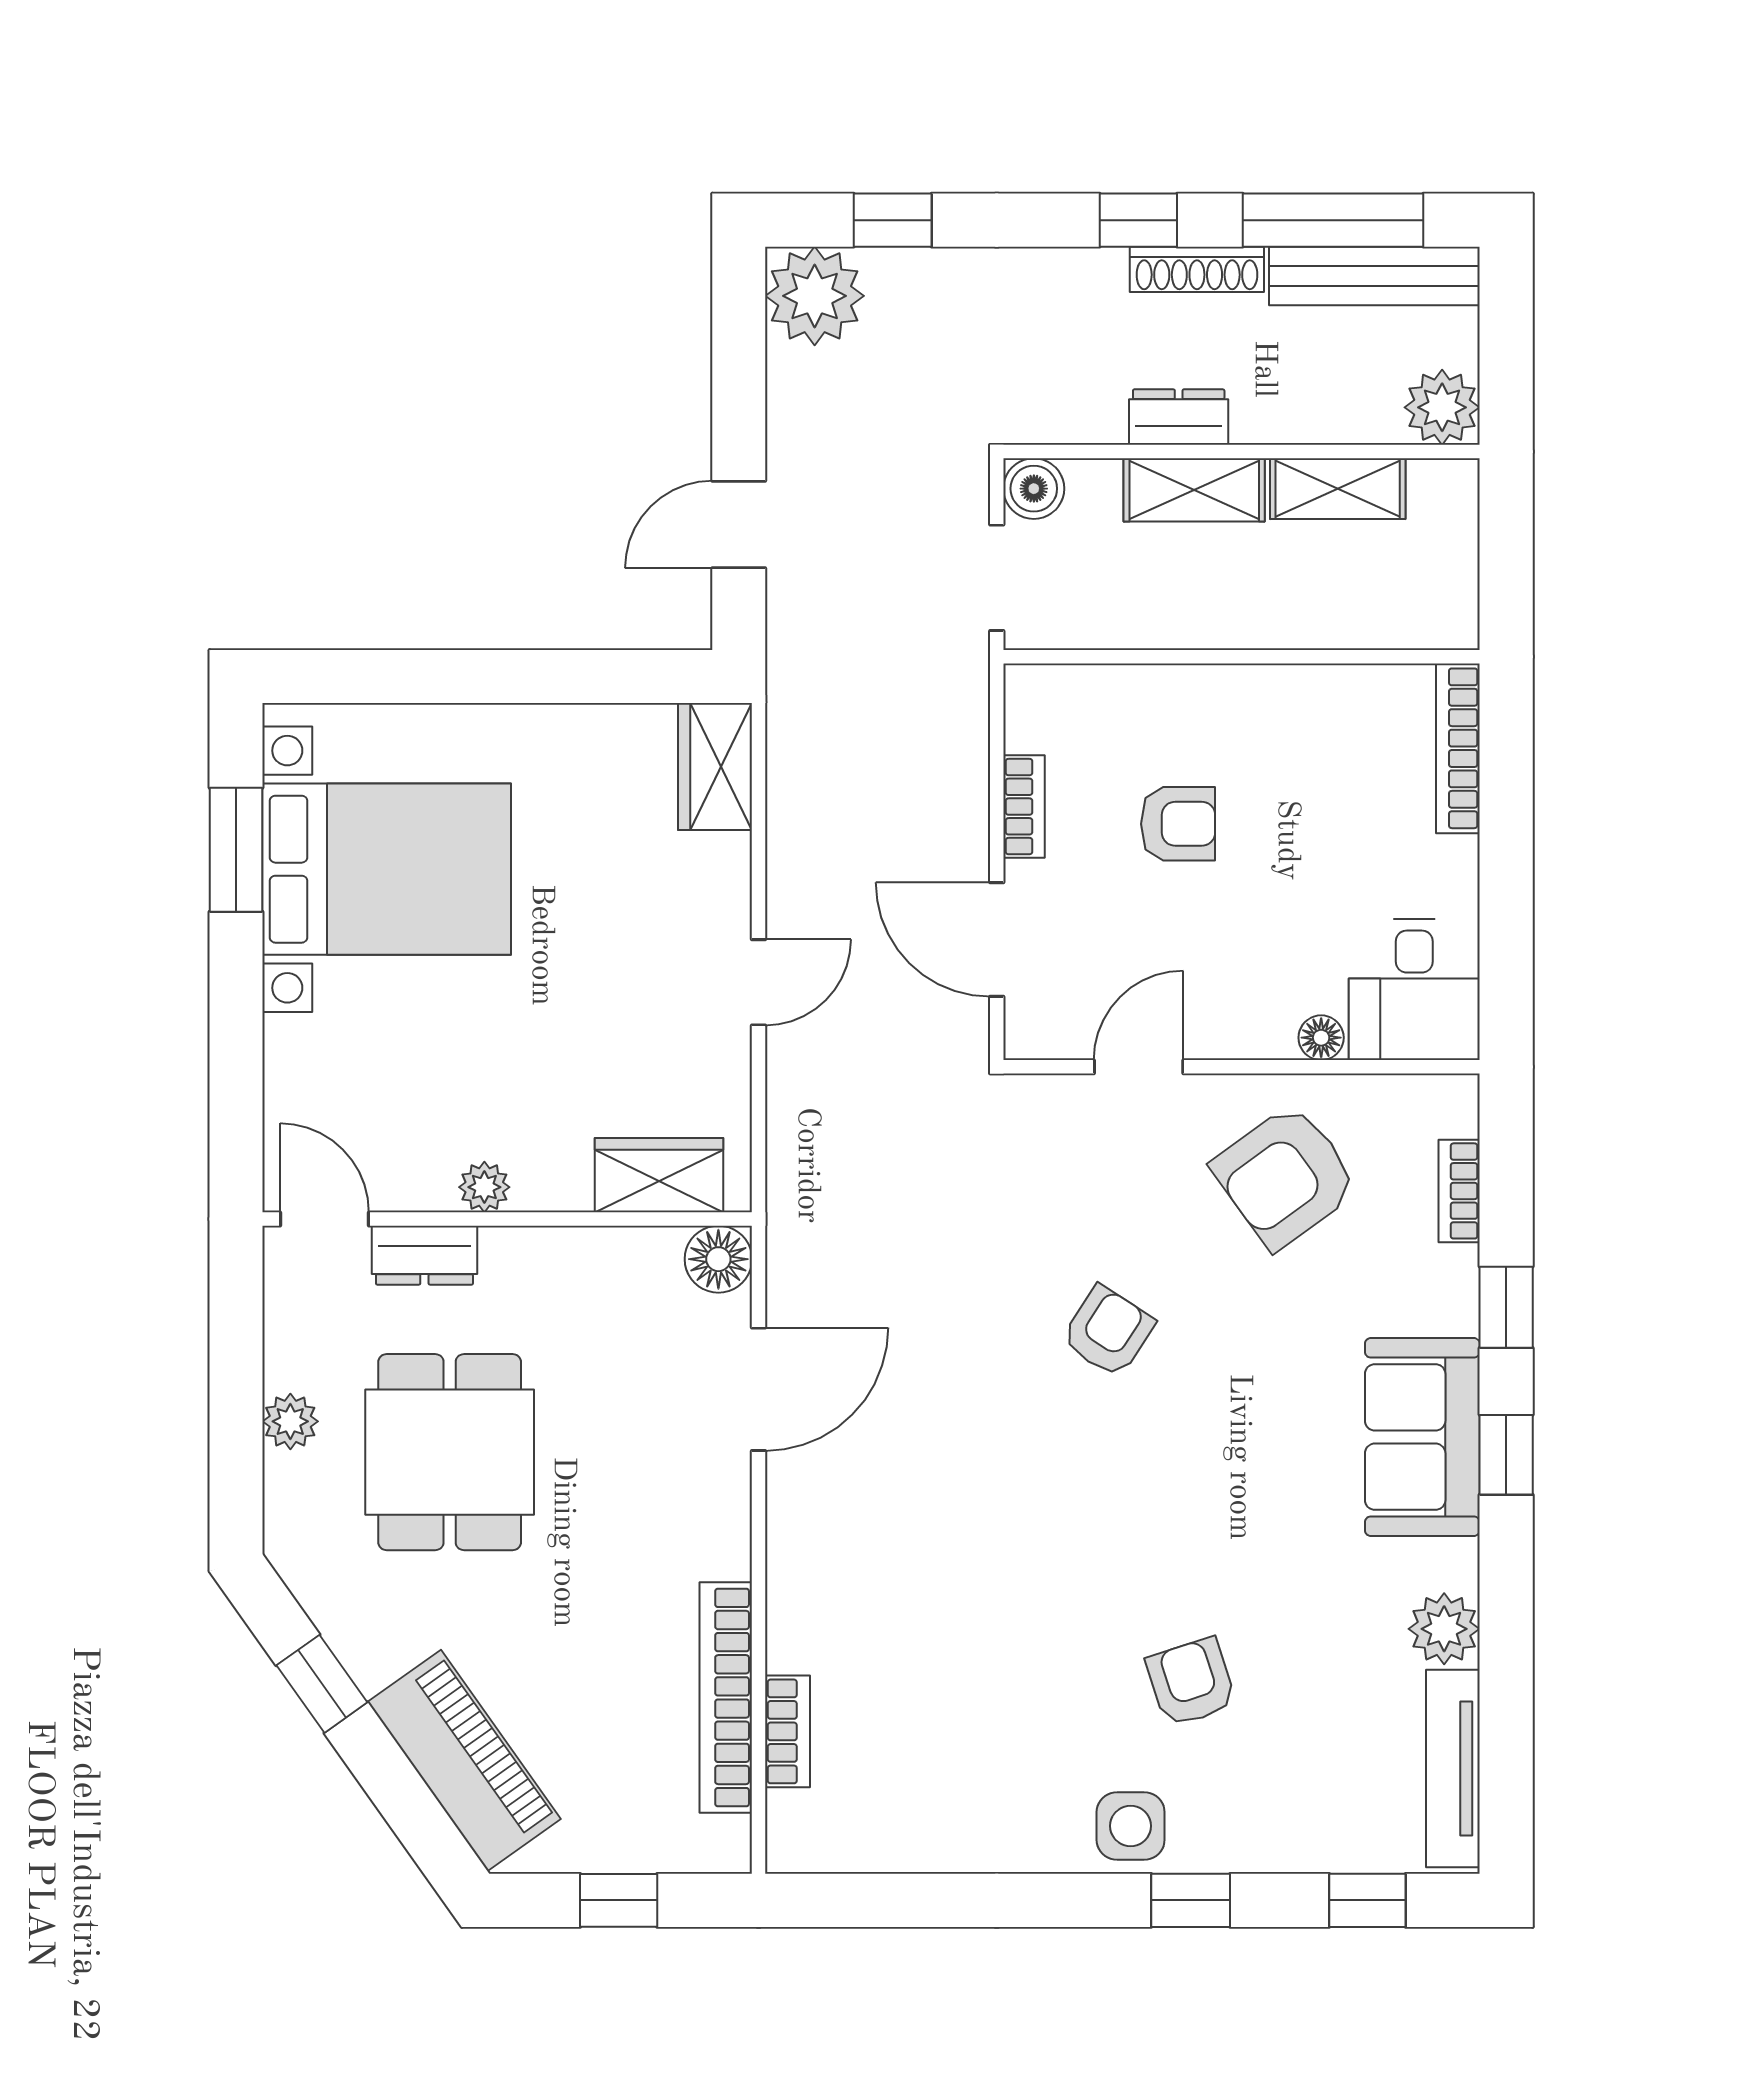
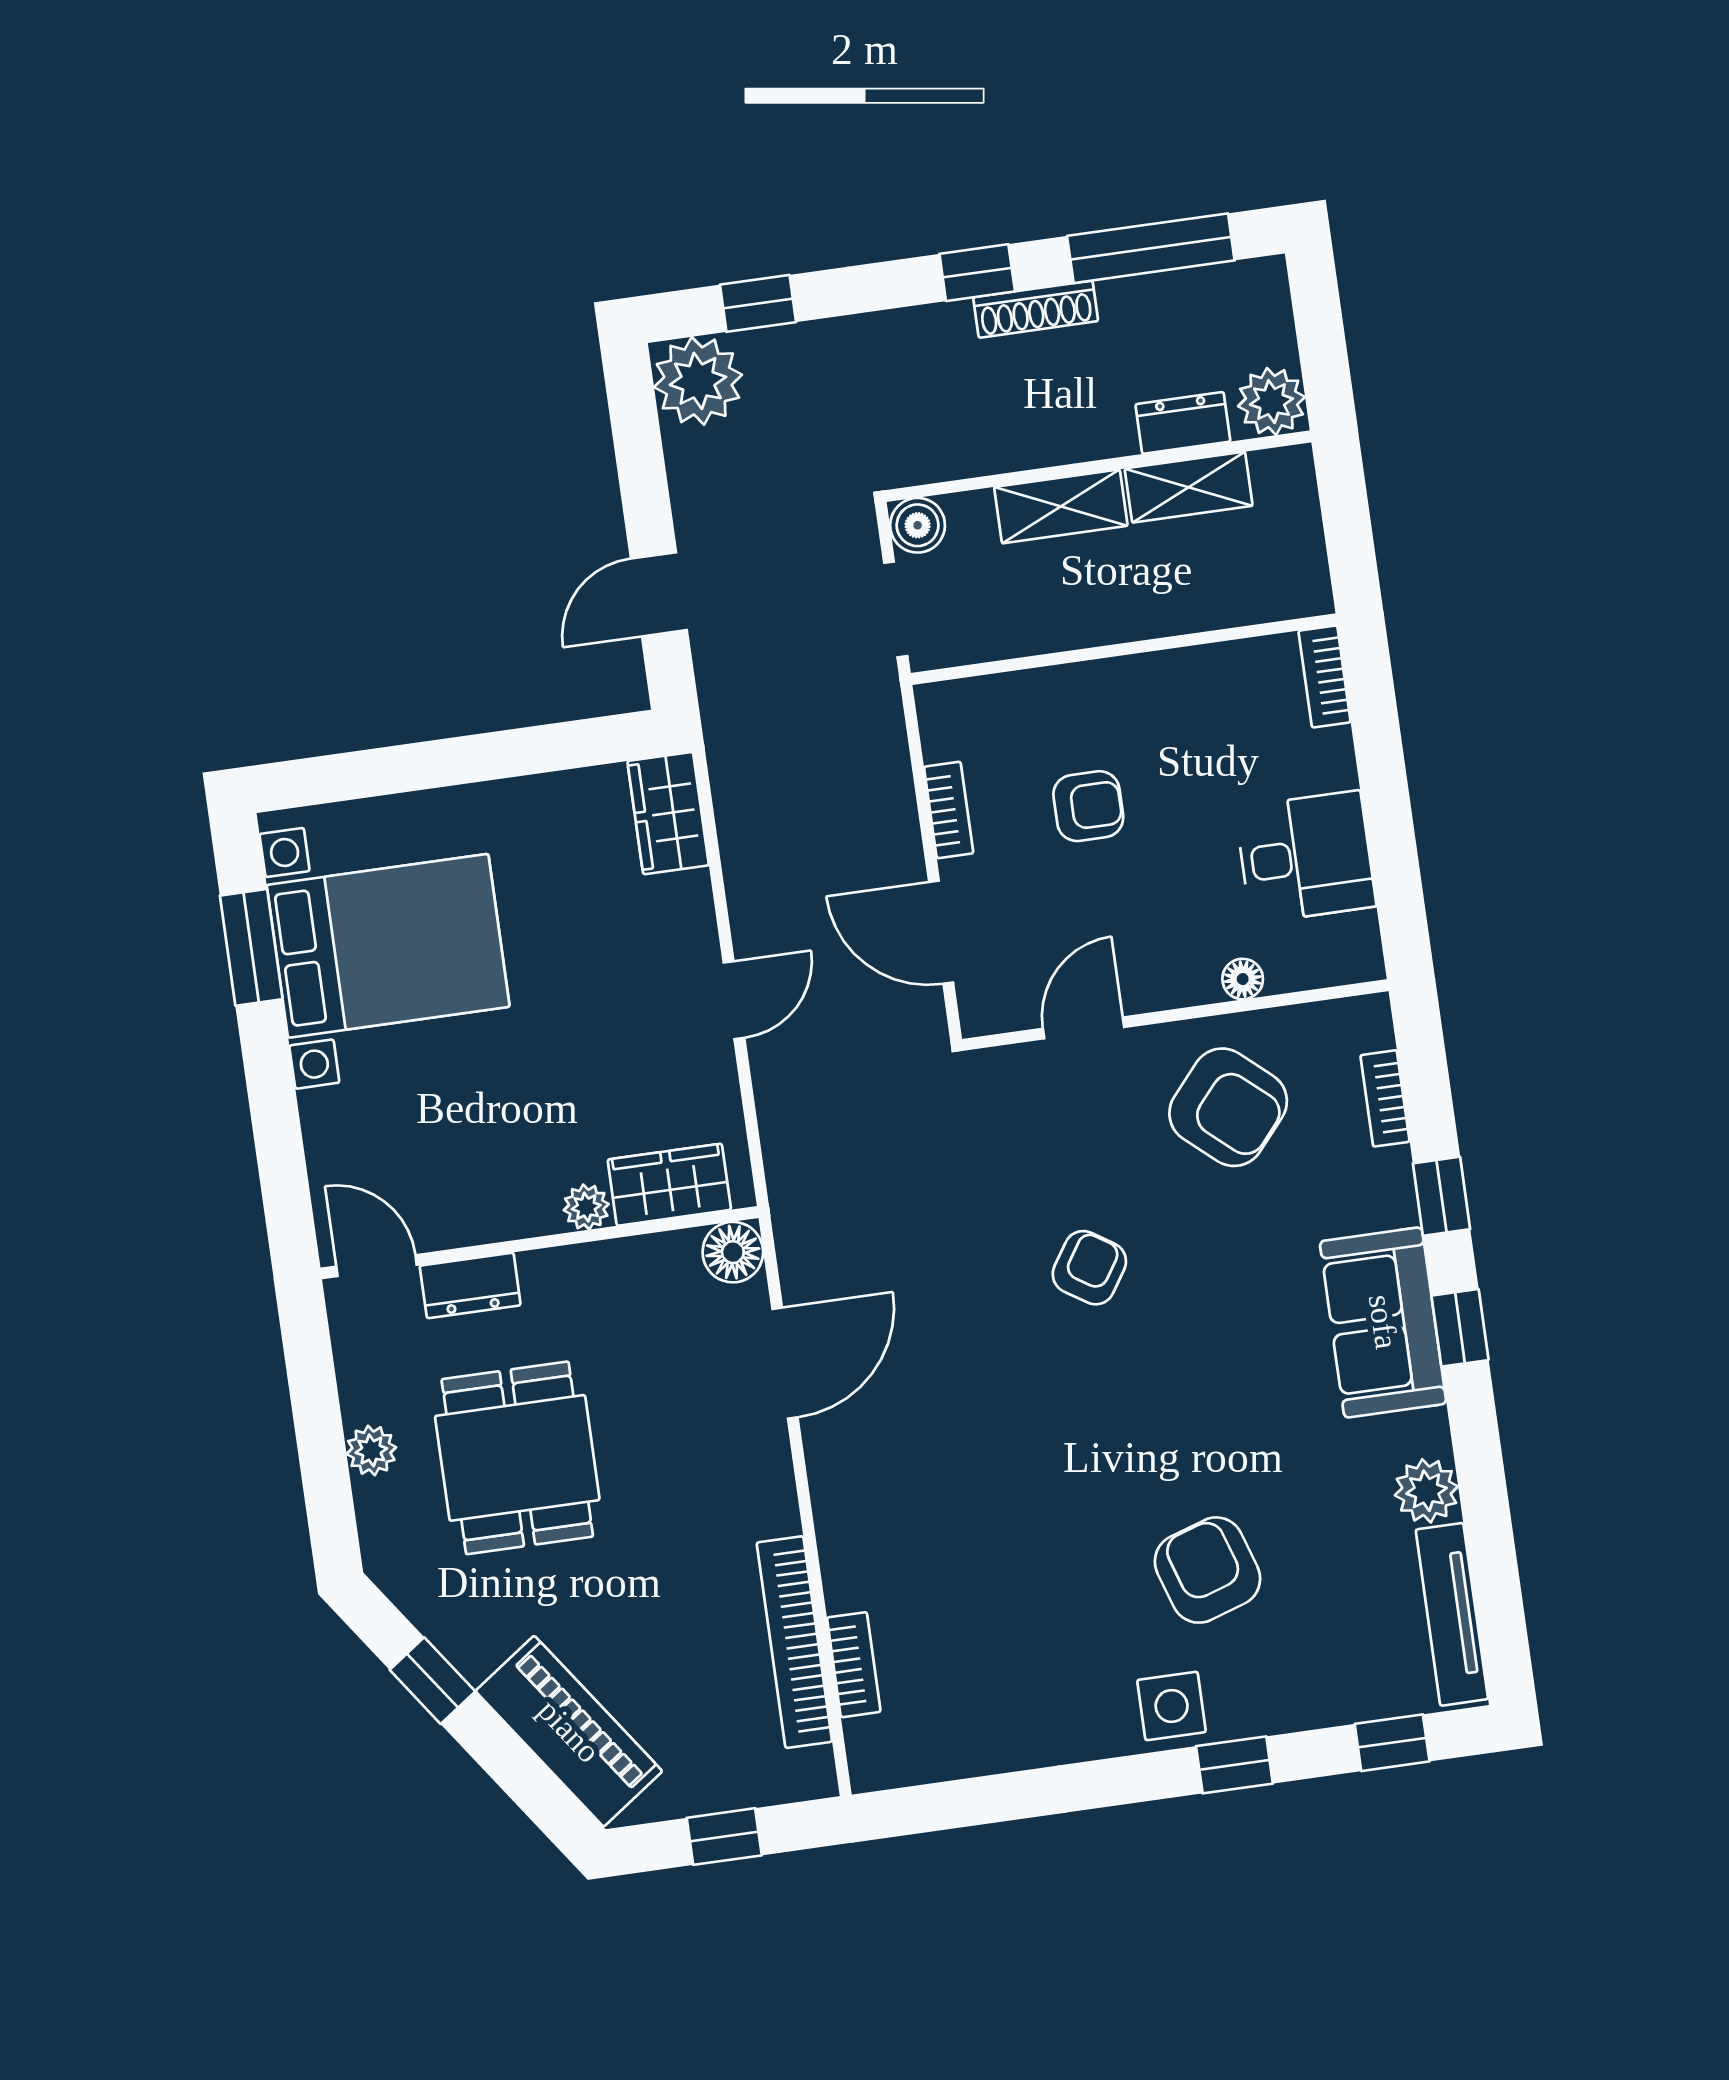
bench: (1374, 276) -> (1195, 293), removed
dresser: (1179, 417) -> (1183, 423), moved
bookcase: (1458, 748) -> (1325, 676), width x0.64
desk: (1414, 990) -> (1306, 857), moved, turned -90
armchair: (1285, 1176) -> (1228, 1107), turned -103
plant: (484, 1187) -> (586, 1207), moved
armchair: (1191, 1682) -> (1207, 1570), width x1.38, depth x1.38

